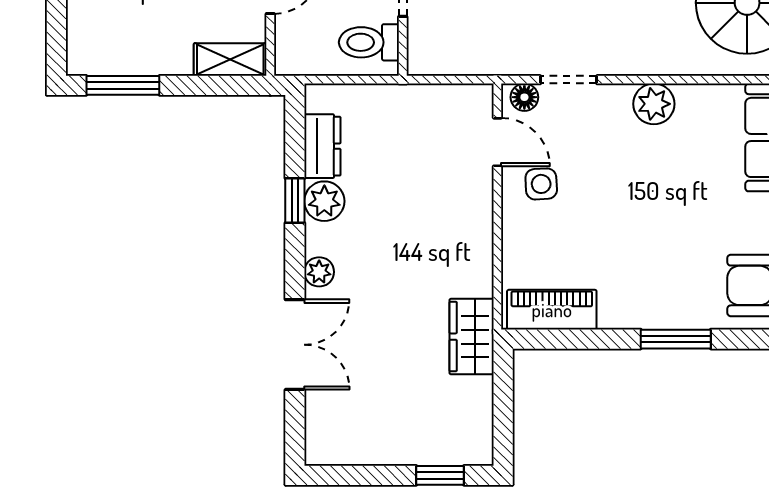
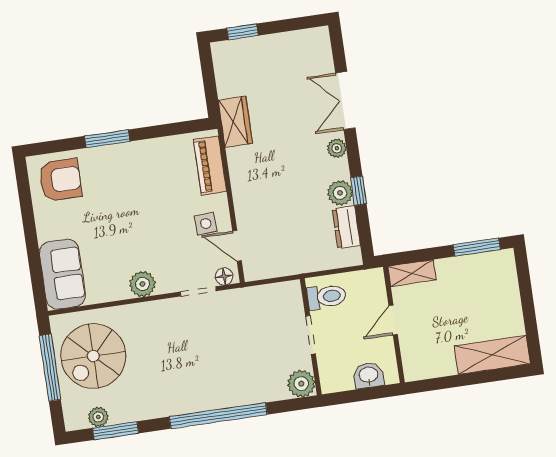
piano: (552, 310) -> (210, 166), moved, turned 90

